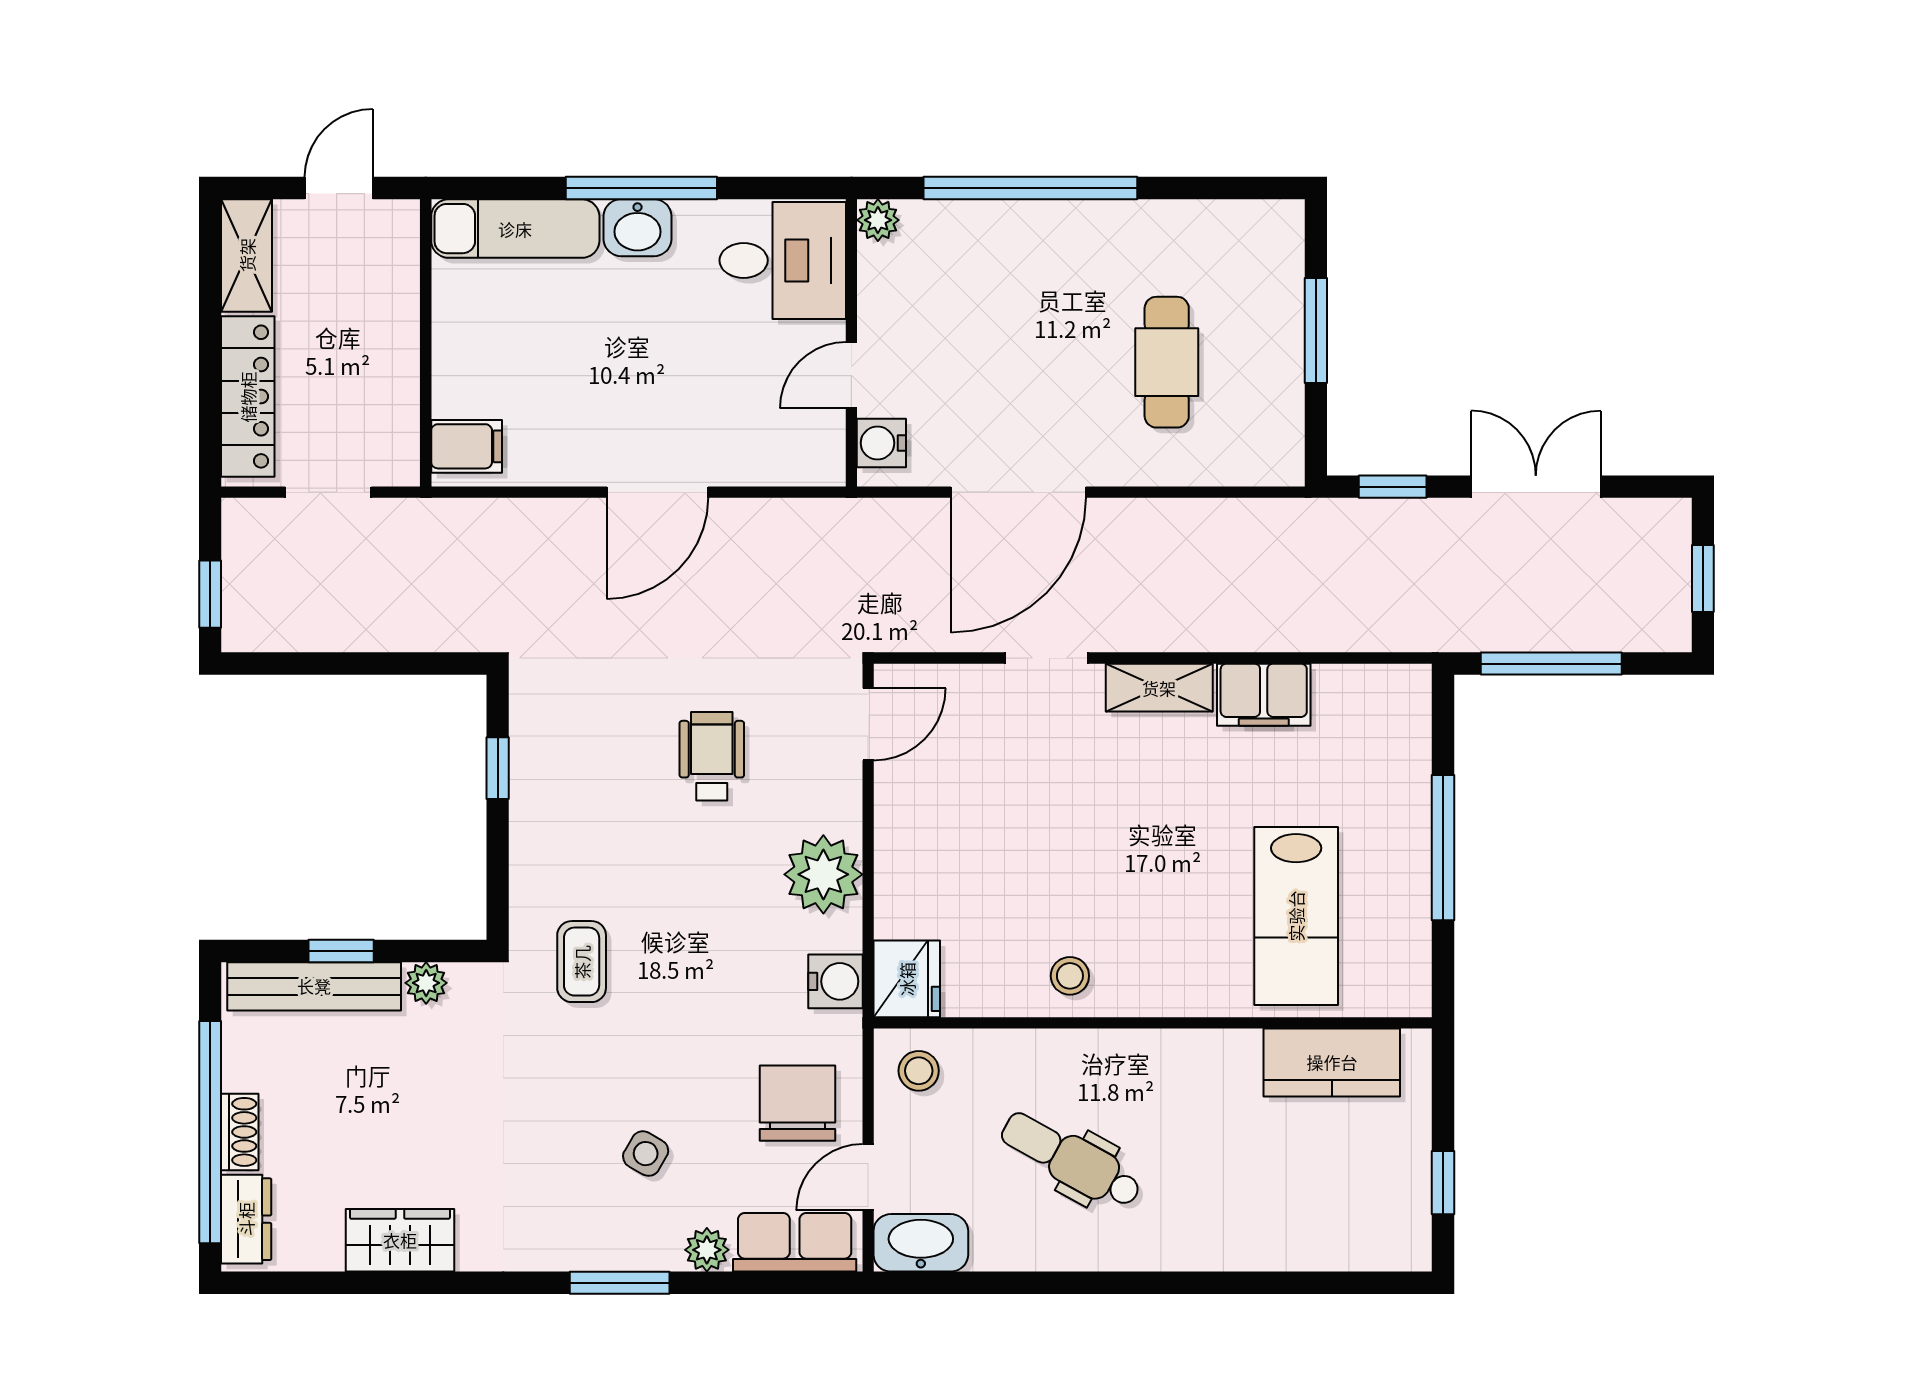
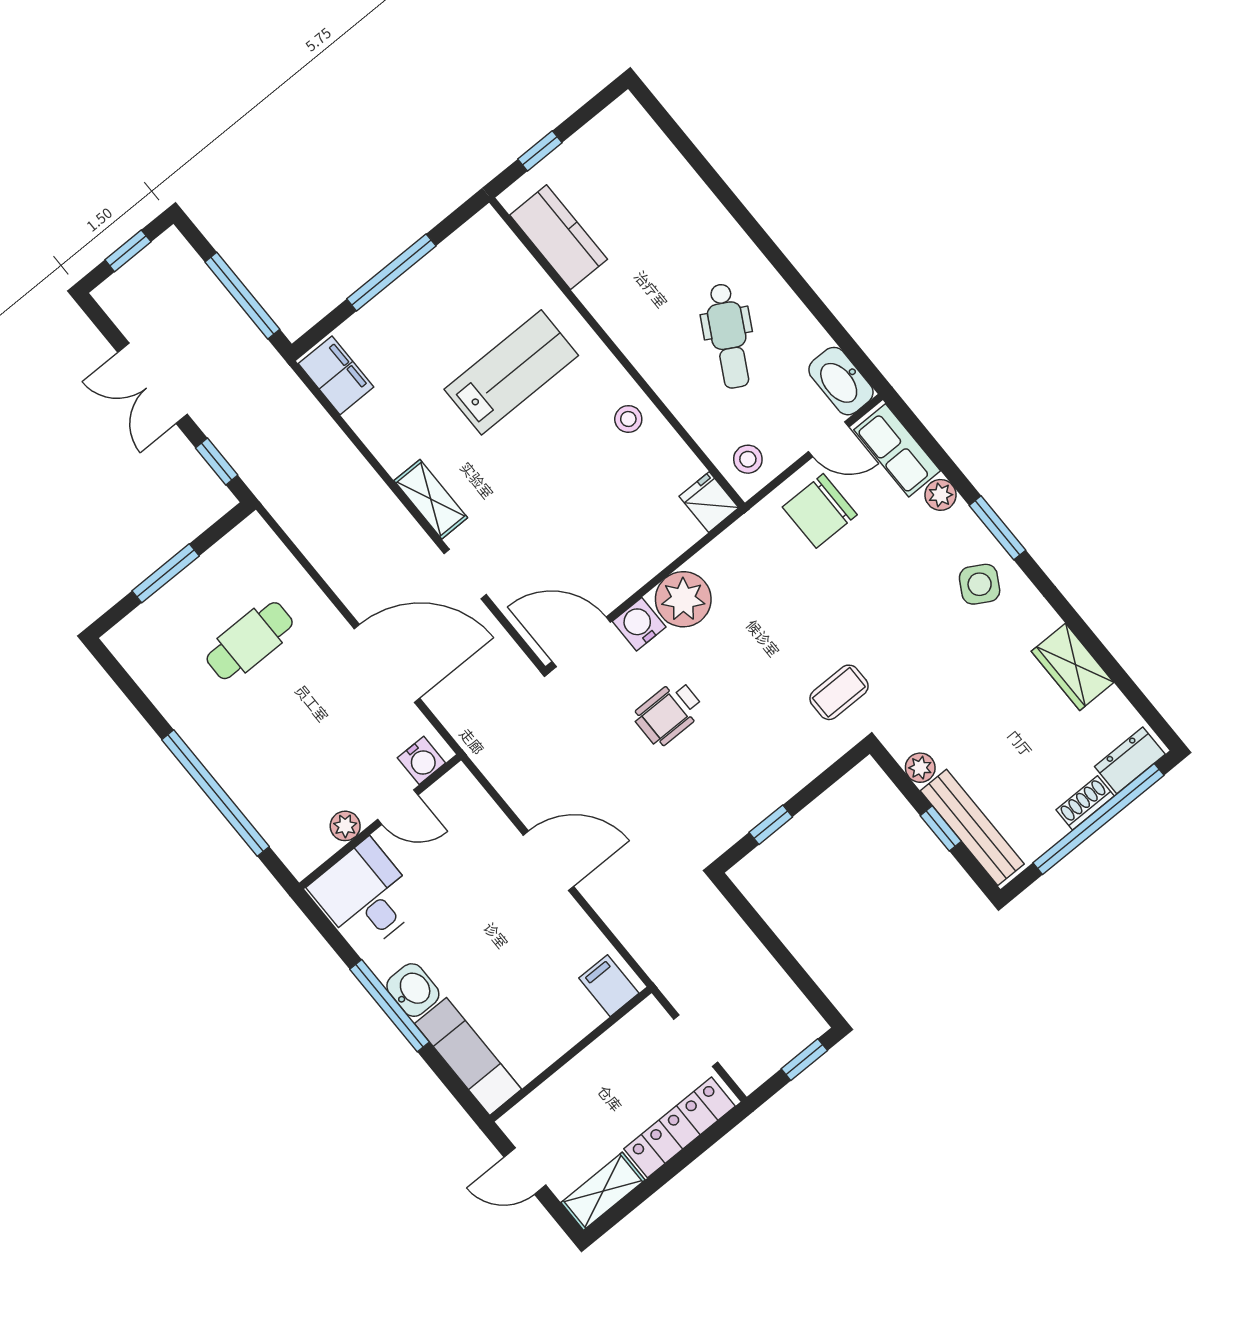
plant: (878, 220) -> (345, 826), moved
filing cabinet: (1264, 695) -> (336, 375), moved
door: (868, 724) -> (581, 642), width x1.38
lab bench: (1296, 916) -> (511, 372), moved
fridge: (907, 979) -> (709, 502), width x0.72
water cooler: (835, 981) -> (639, 624), moved
side table: (646, 1154) -> (980, 584), moved, width x1.37, depth x1.37
window: (1443, 1183) -> (540, 151), moved

